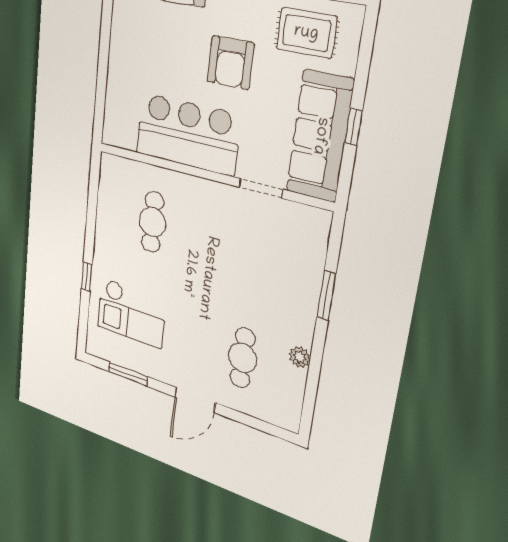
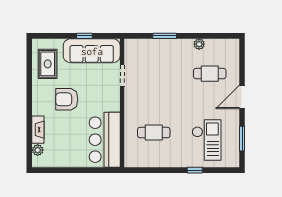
armchair: (230, 63) -> (67, 99), turned 180
bar counter: (187, 134) -> (105, 140), moved
door: (195, 400) -> (242, 97), swing flipped

